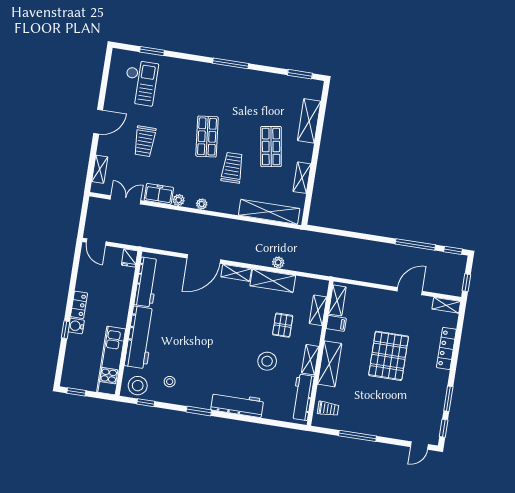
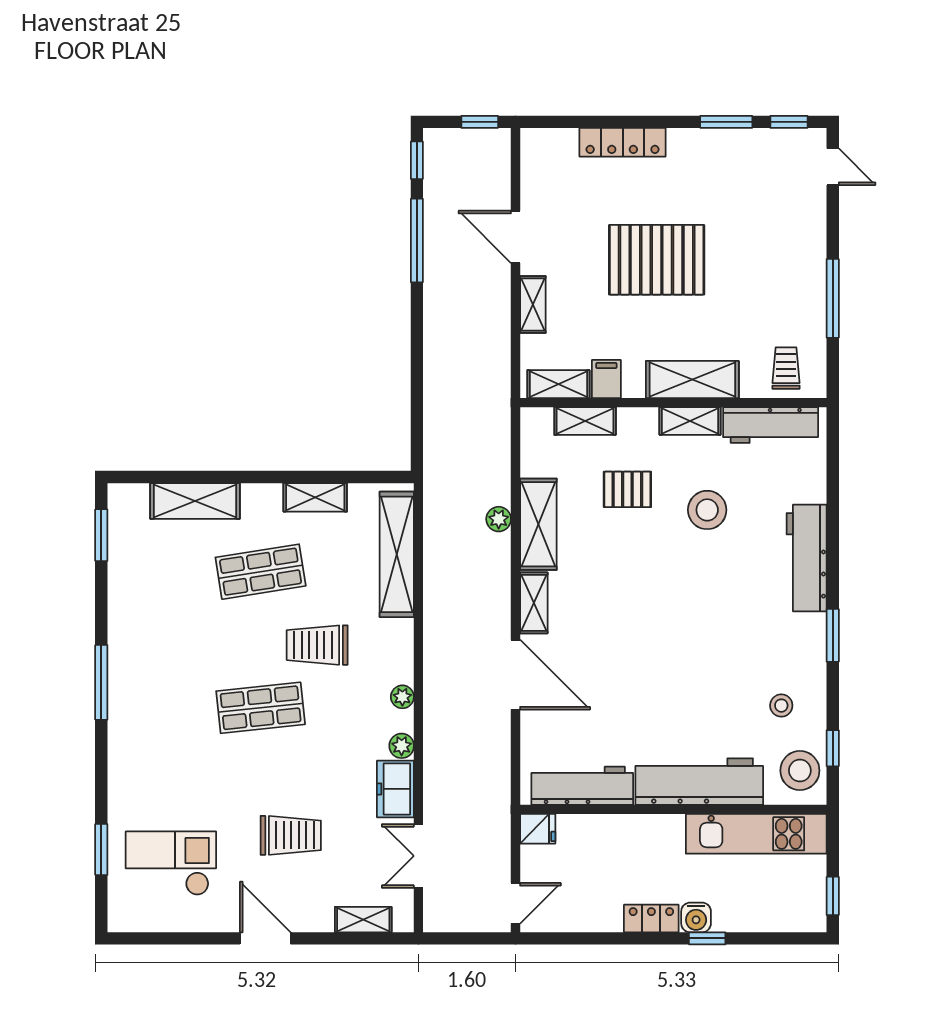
shelving: (446, 305) -> (533, 304), moved

